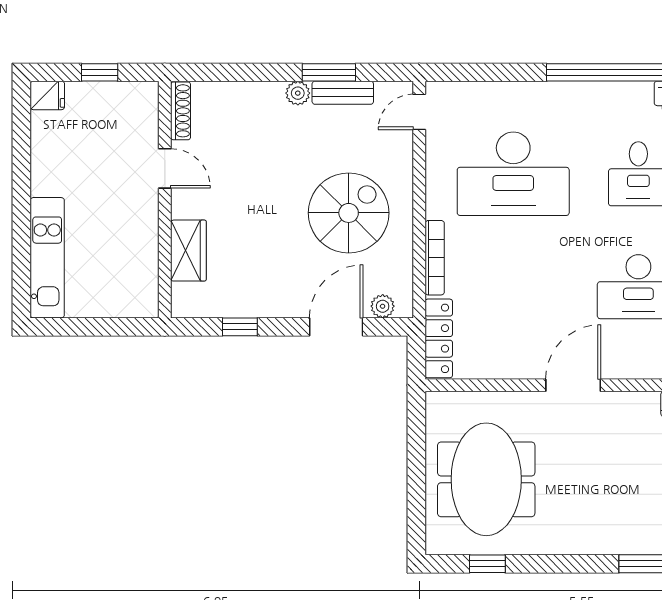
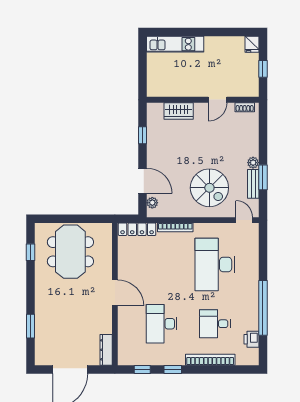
shoe rack: (181, 111) -> (245, 107), width x0.70
spiral stairs: (349, 213) -> (209, 188), moved
meeting table: (486, 479) -> (70, 252), turned 90

